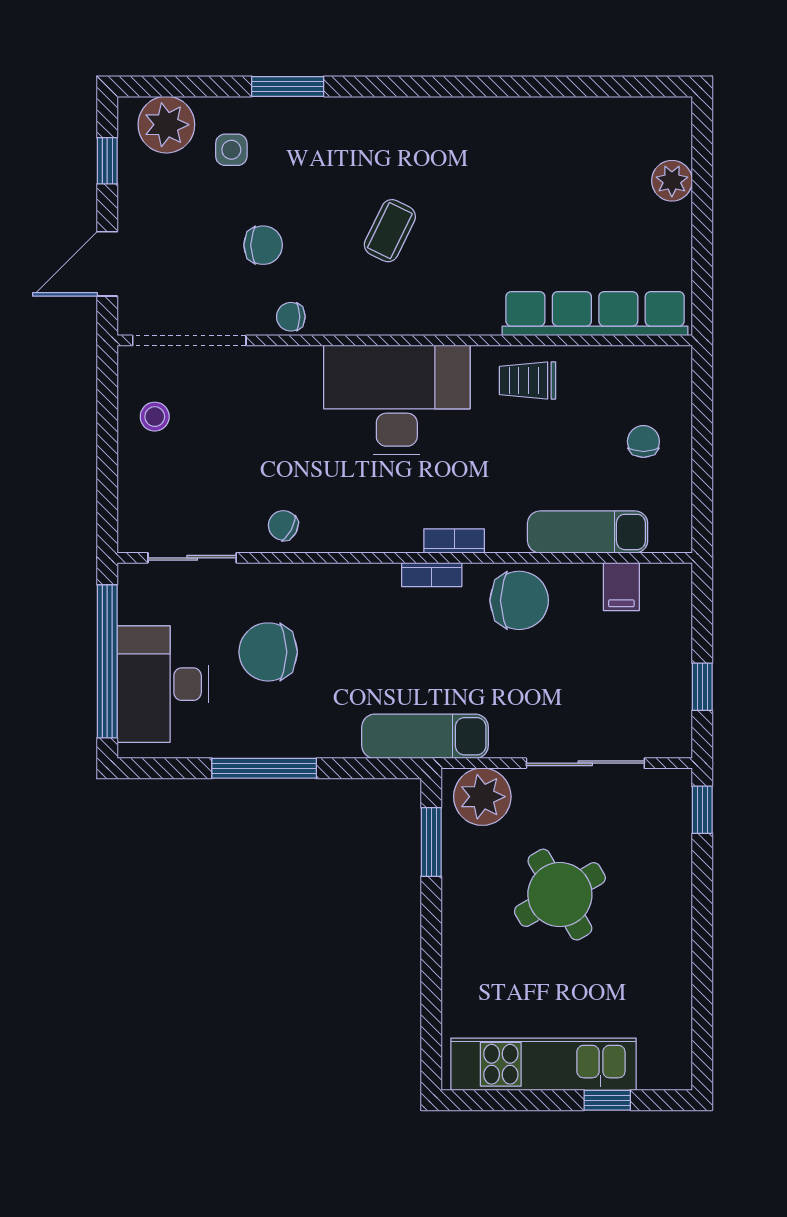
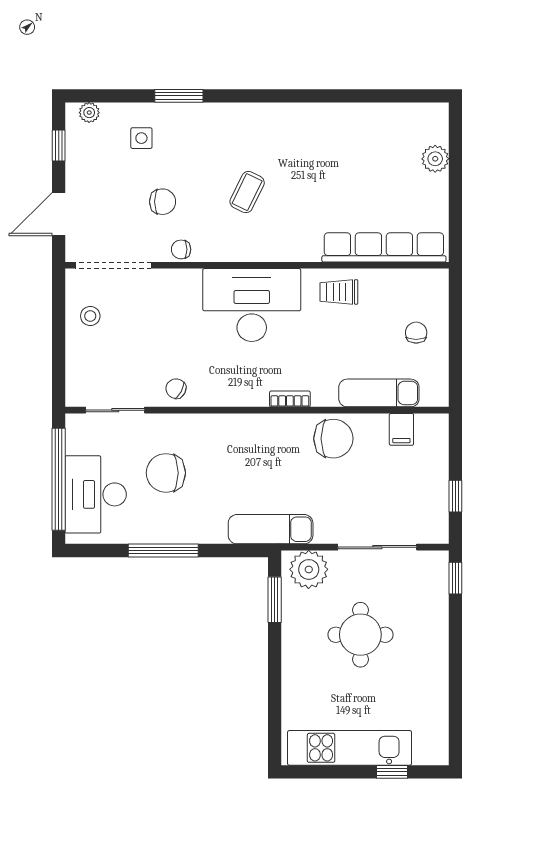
plant: (166, 125) -> (89, 113), width x0.53, depth x0.53
bookcase: (432, 575) -> (275, 421), removed
round table: (560, 895) -> (360, 635), turned 30

